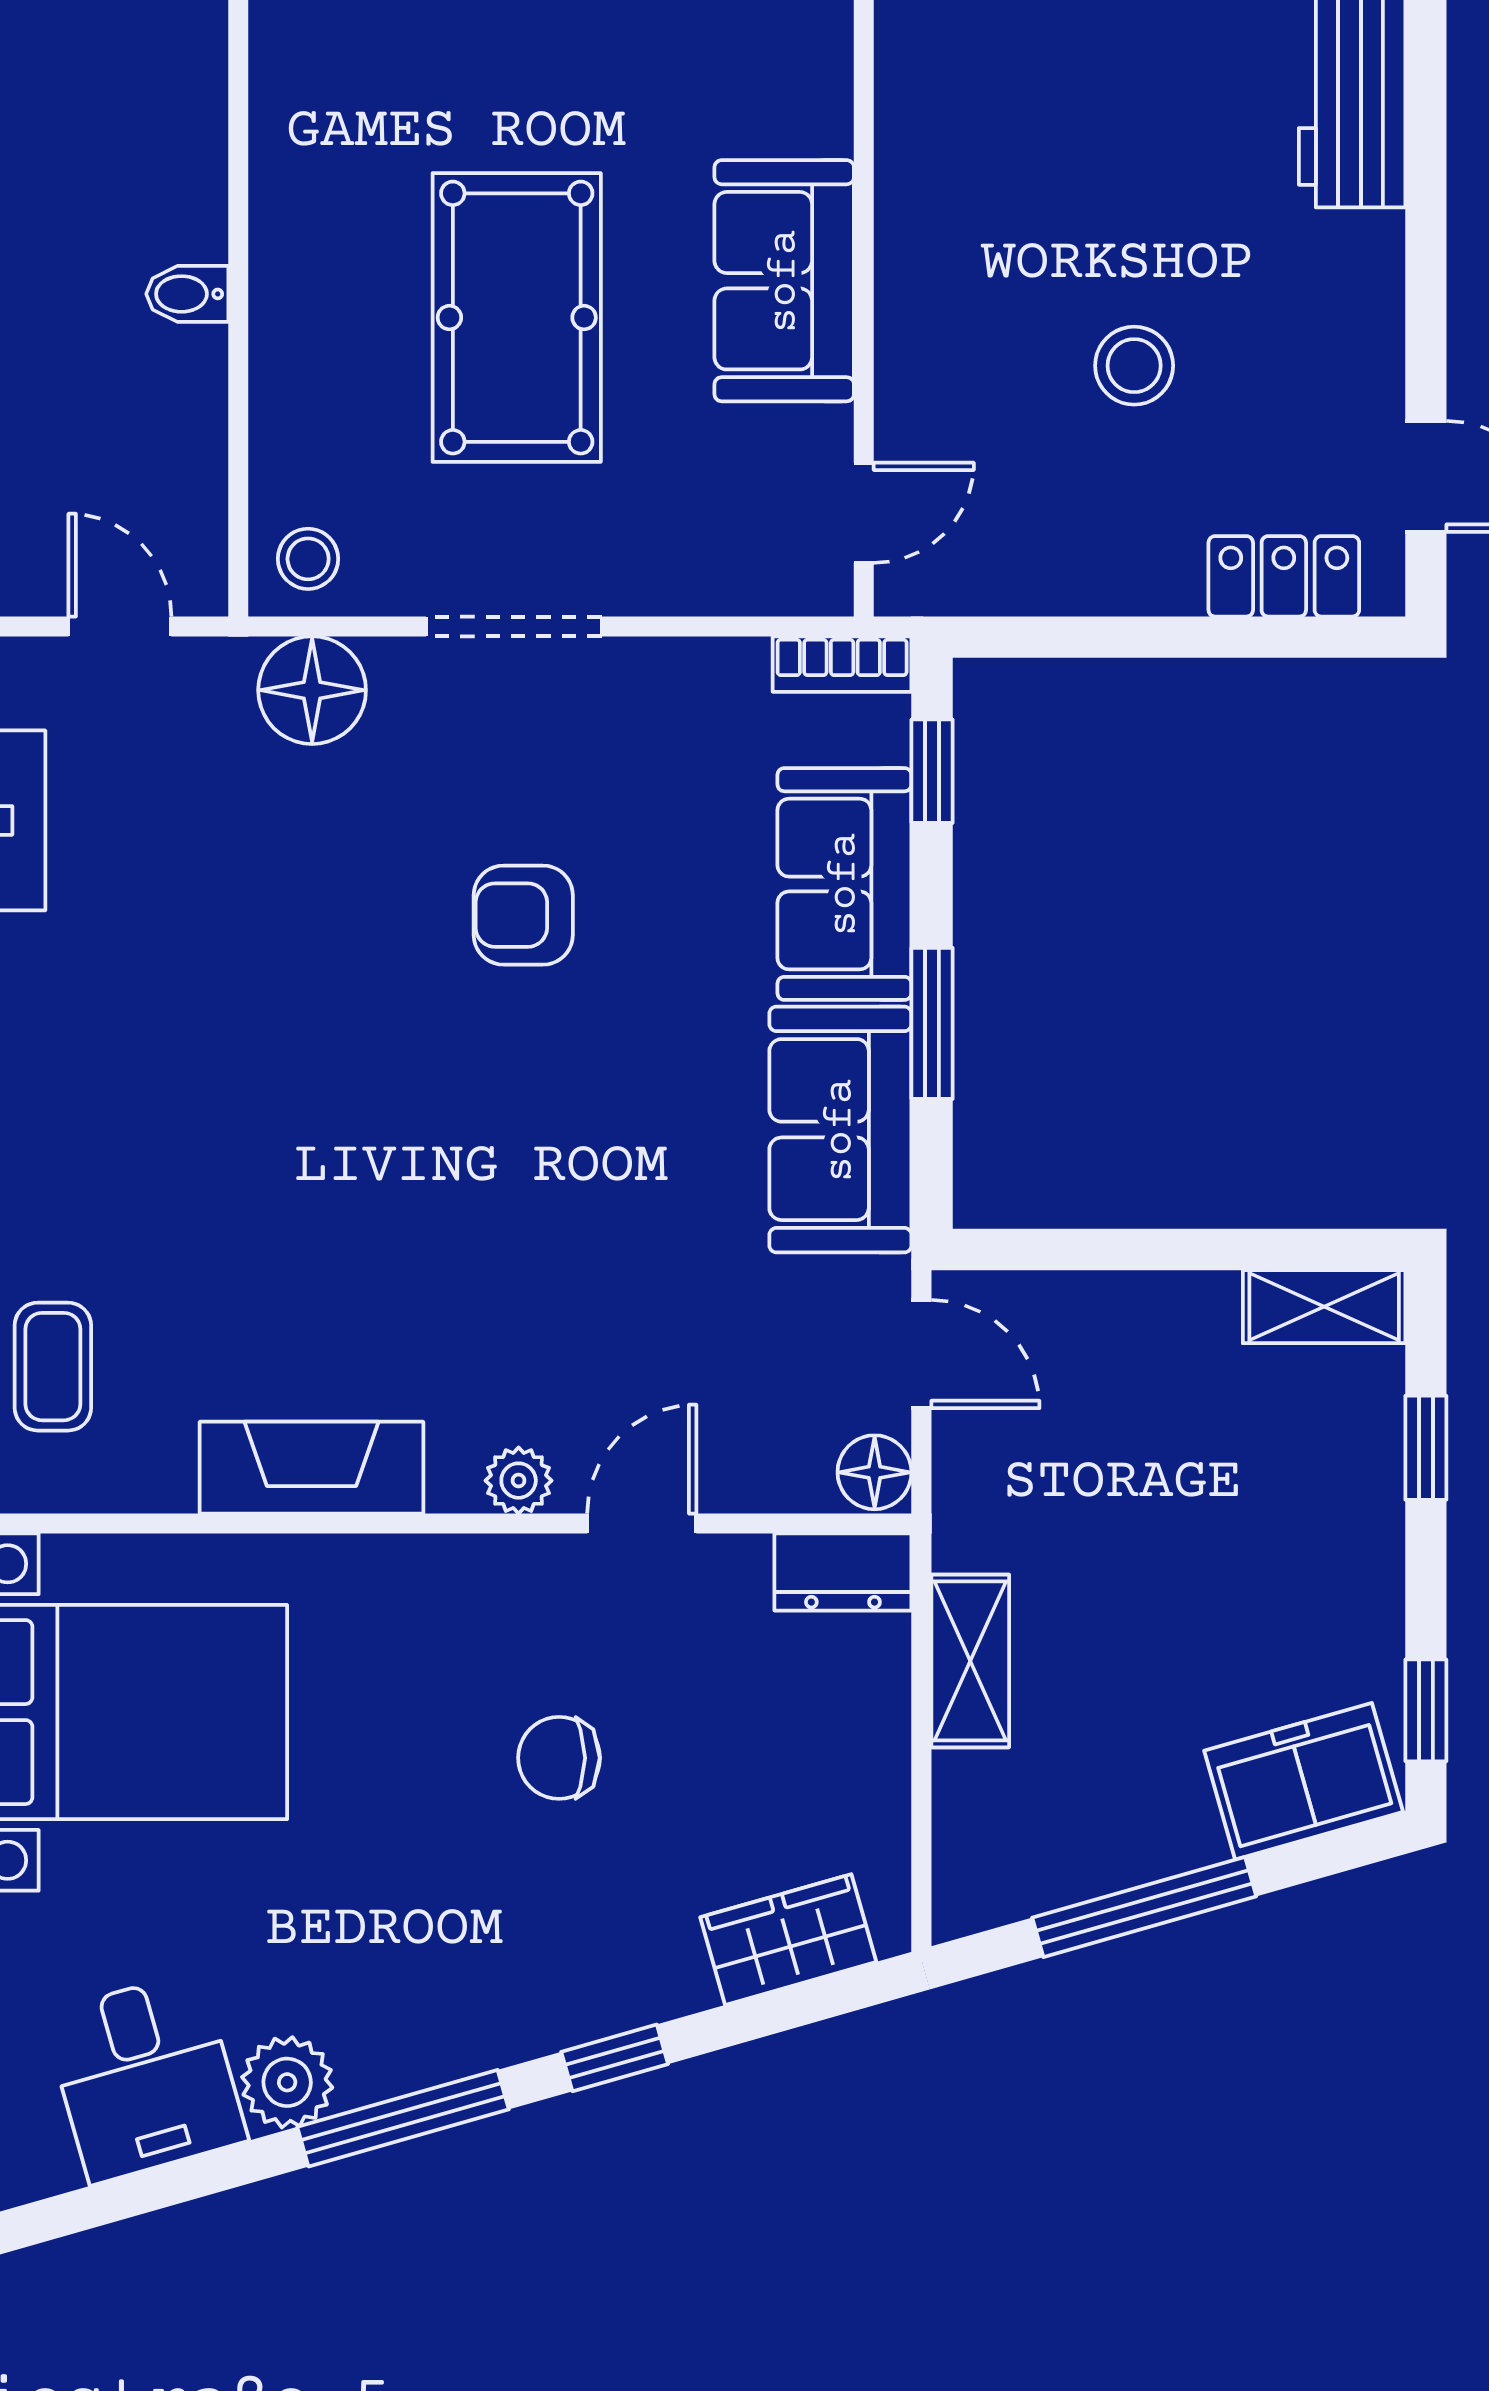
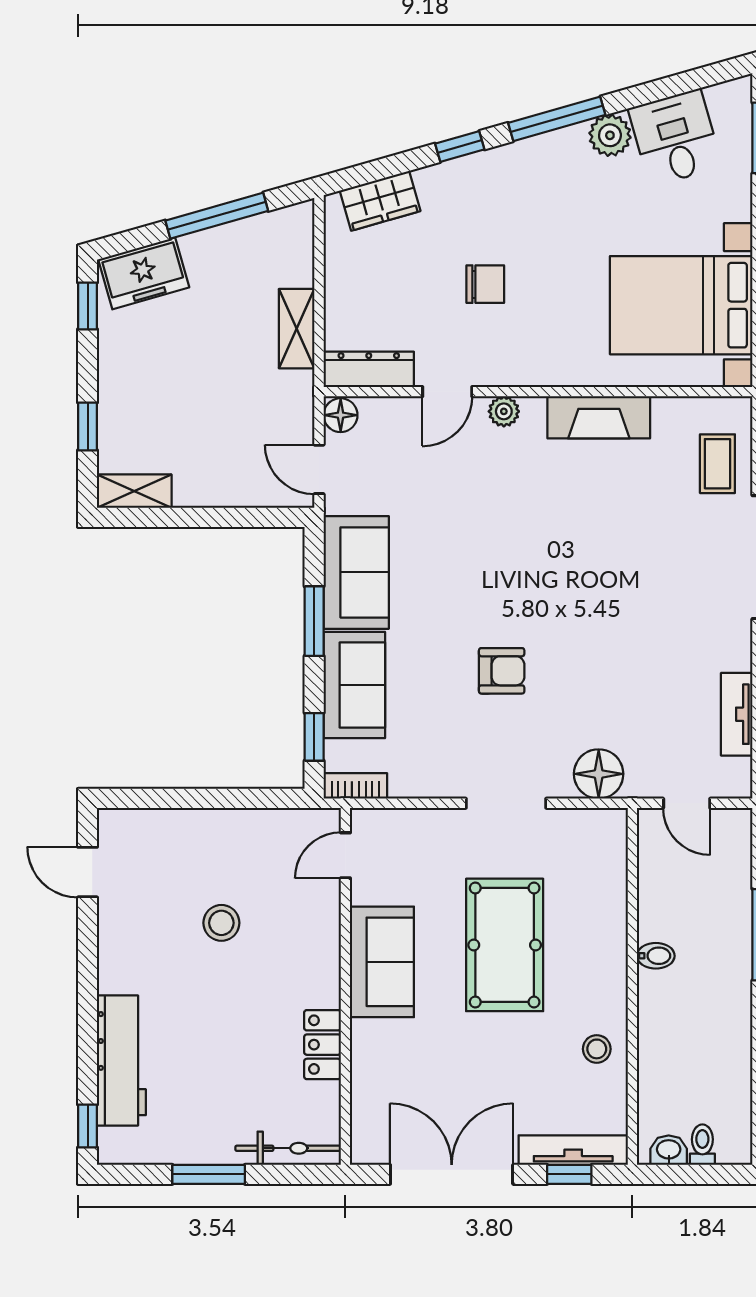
stool: (308, 559) -> (597, 1049), moved
locker: (1284, 576) -> (322, 1045), moved, turned 90
dresser: (843, 1572) -> (369, 369), width x1.44

